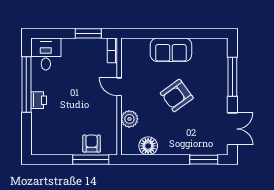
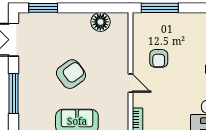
plant: (129, 119) -> (120, 50), removed
armchair: (92, 144) -> (159, 58), moved

